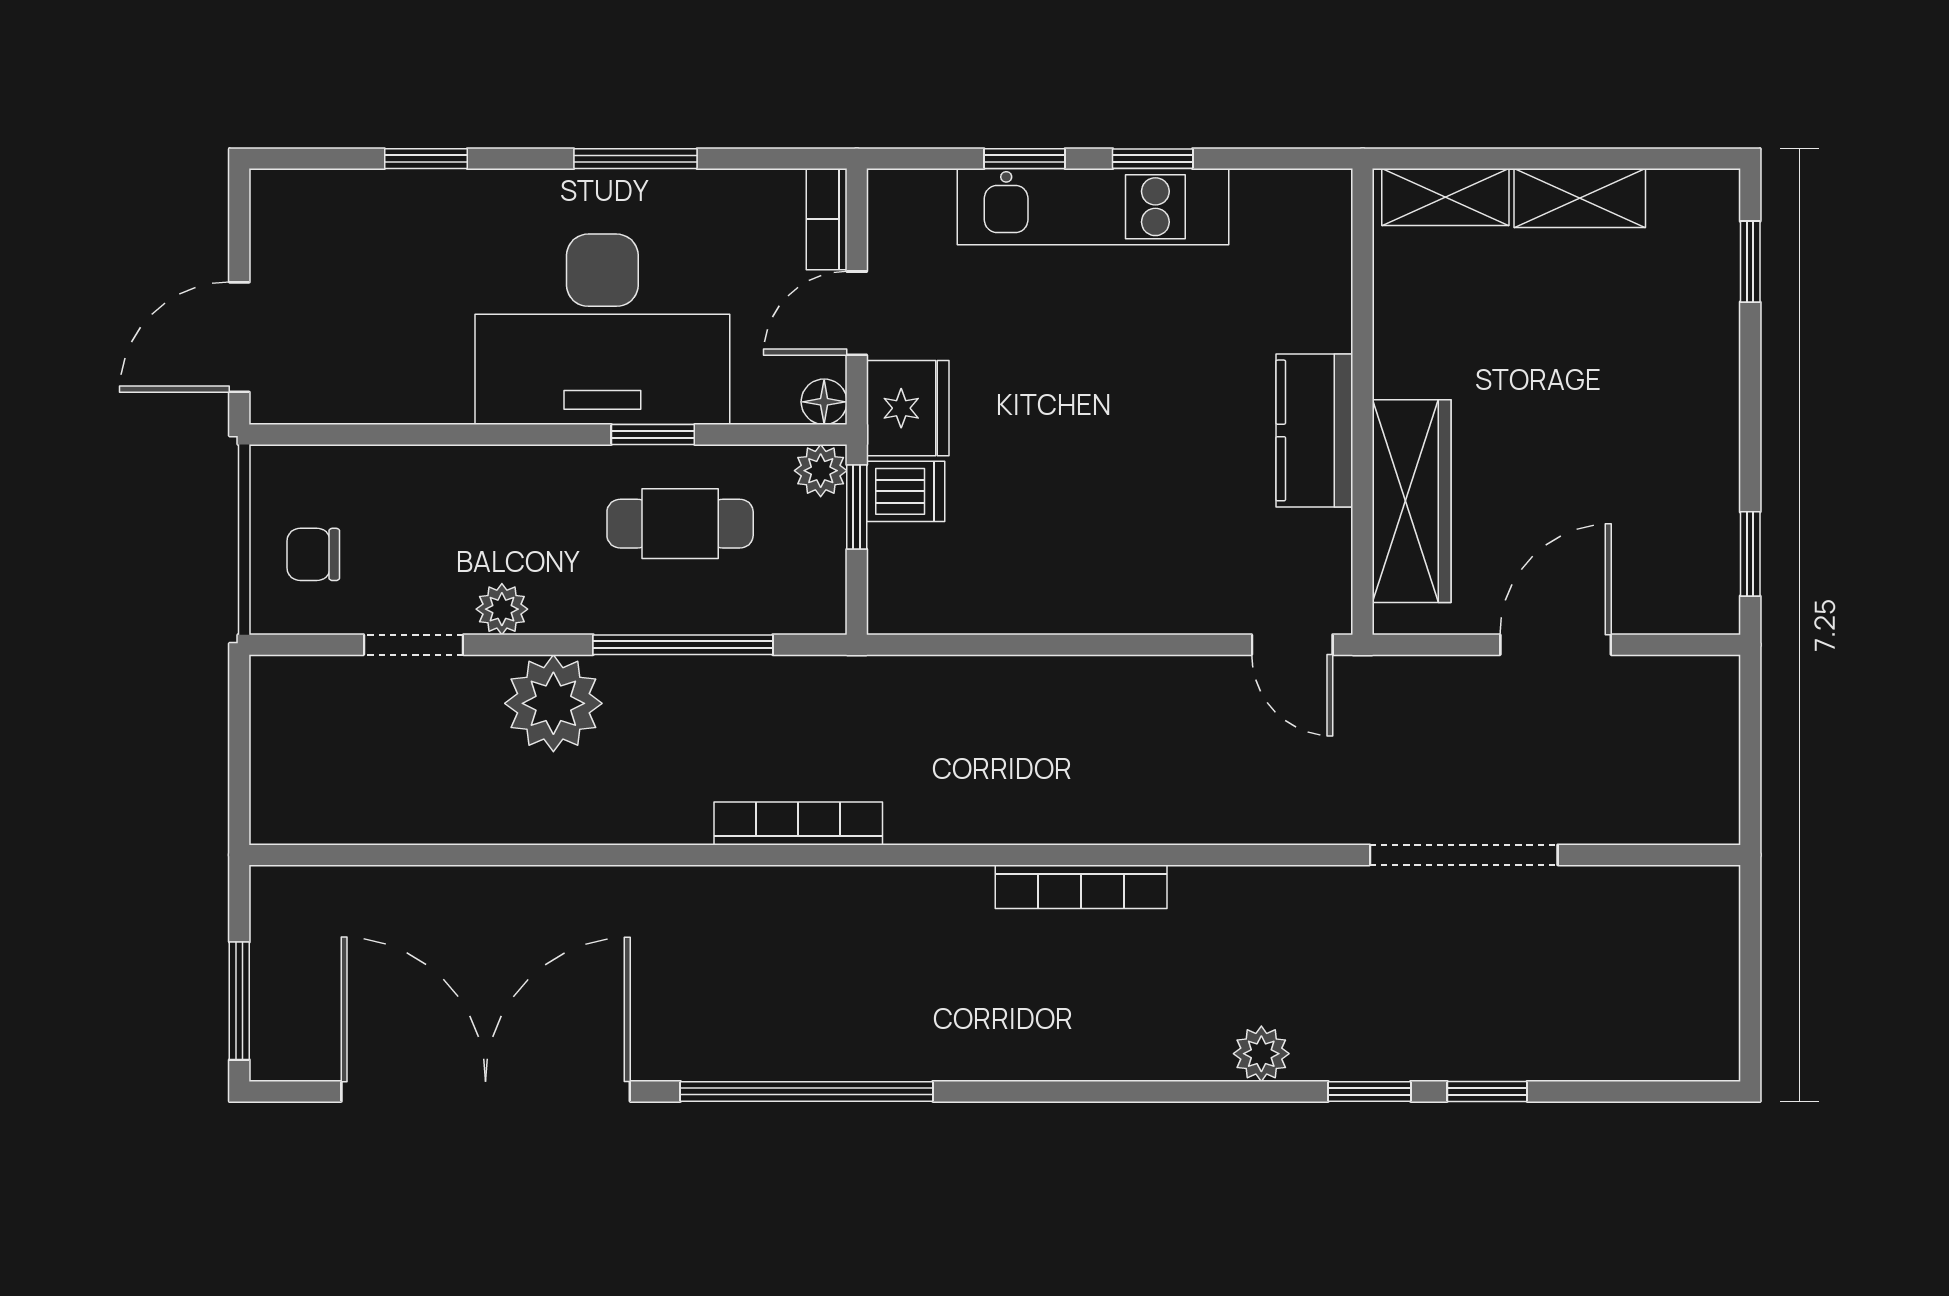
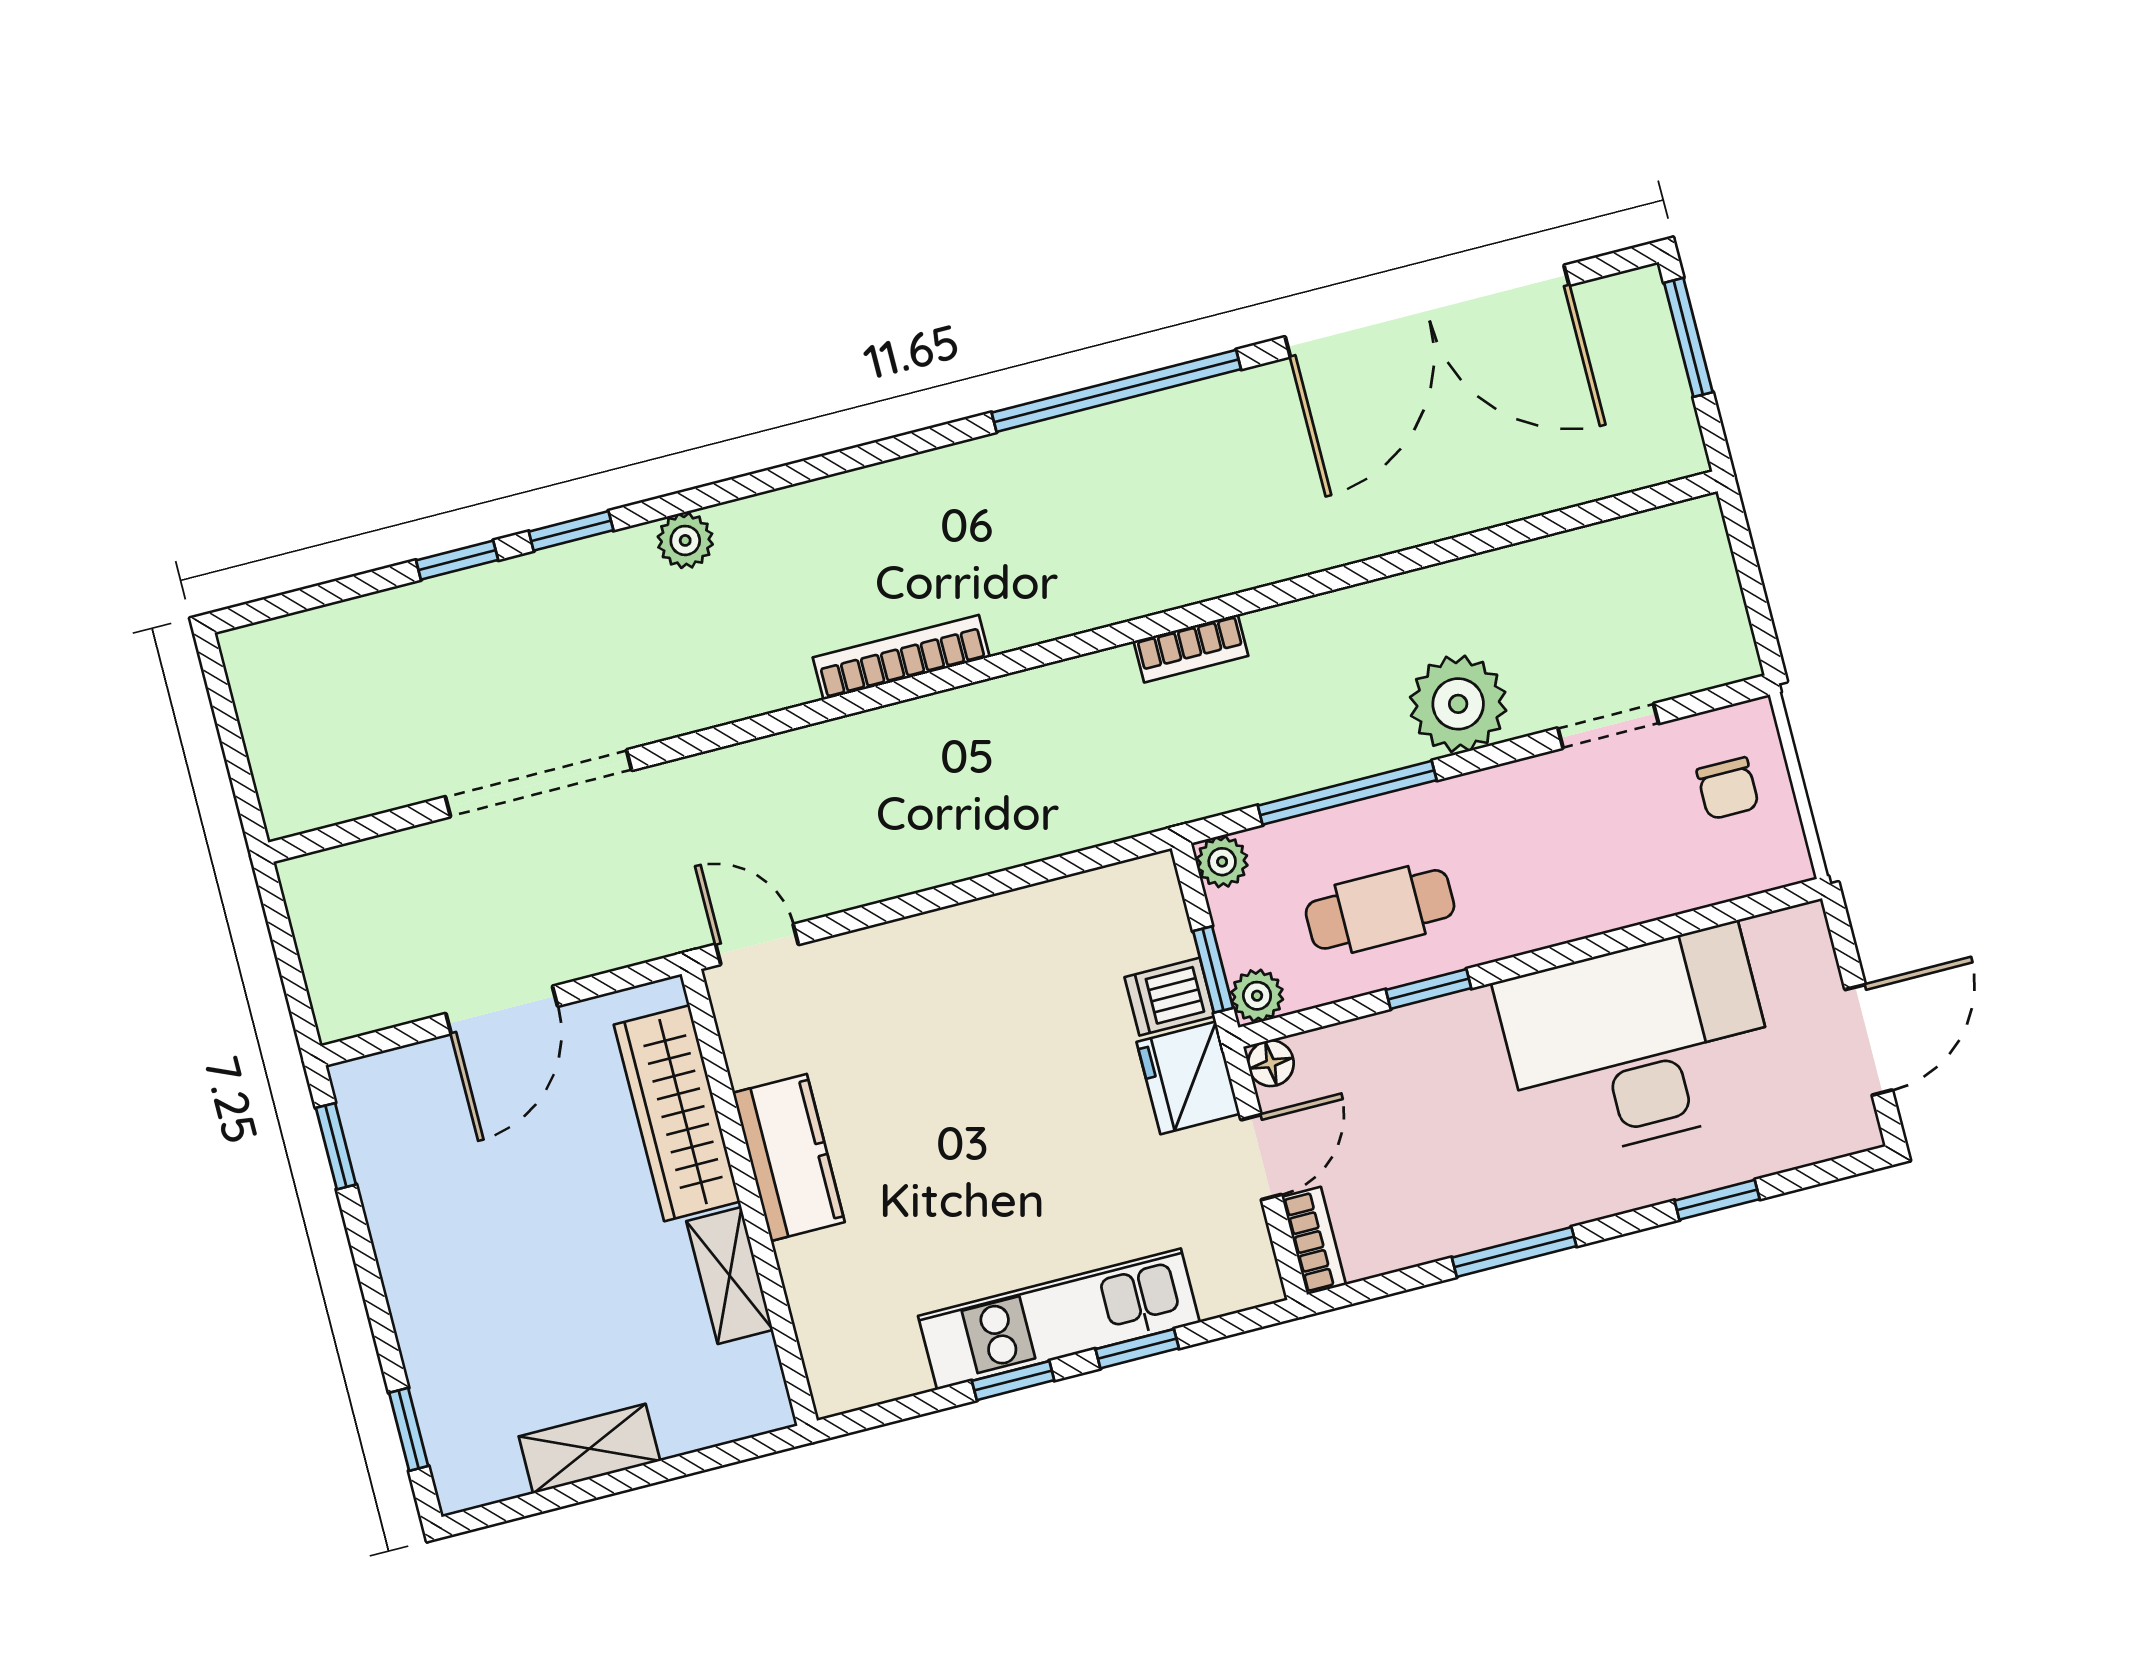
shelving: (1445, 197) -> (730, 1275), moved, turned 90
desk: (602, 329) -> (1638, 1044), moved
door: (239, 337) -> (1869, 1040), moved
chair: (313, 554) -> (1728, 788), turned 90
plant: (502, 609) -> (1222, 862), moved
bookcase: (798, 824) -> (1191, 648), width x0.64

